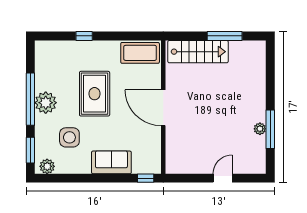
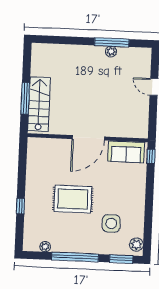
window: (225, 36) -> (25, 98), moved
coffee table: (140, 53) -> (38, 156), removed
plant: (46, 103) -> (45, 247), moved, width x0.53, depth x0.53
sofa: (111, 162) -> (126, 152), moved, turned -90

